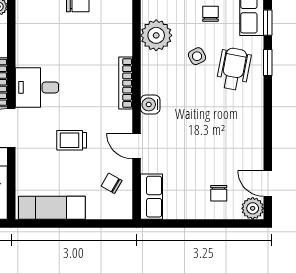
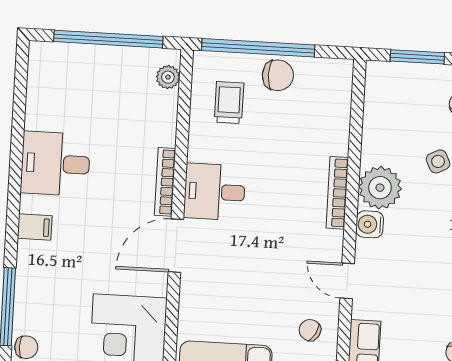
plant: (156, 35) -> (380, 188), moved
trolley: (72, 140) -> (229, 103), moved, turned 90

